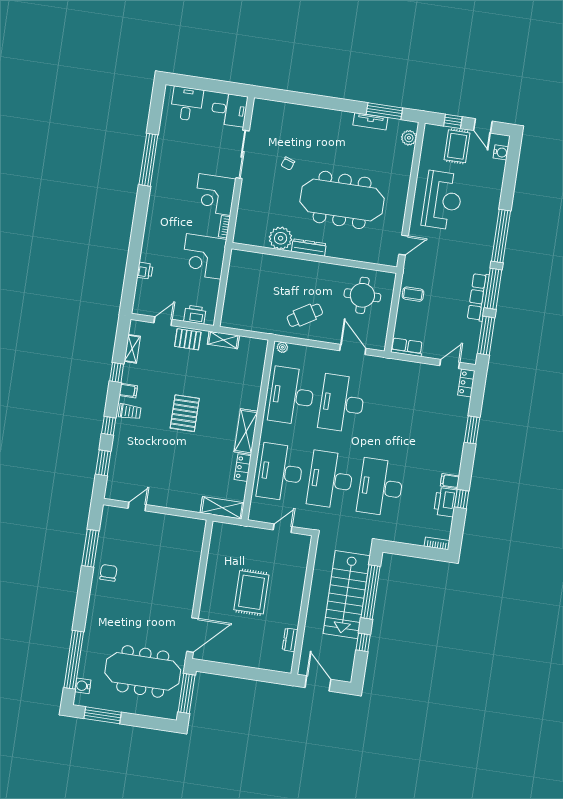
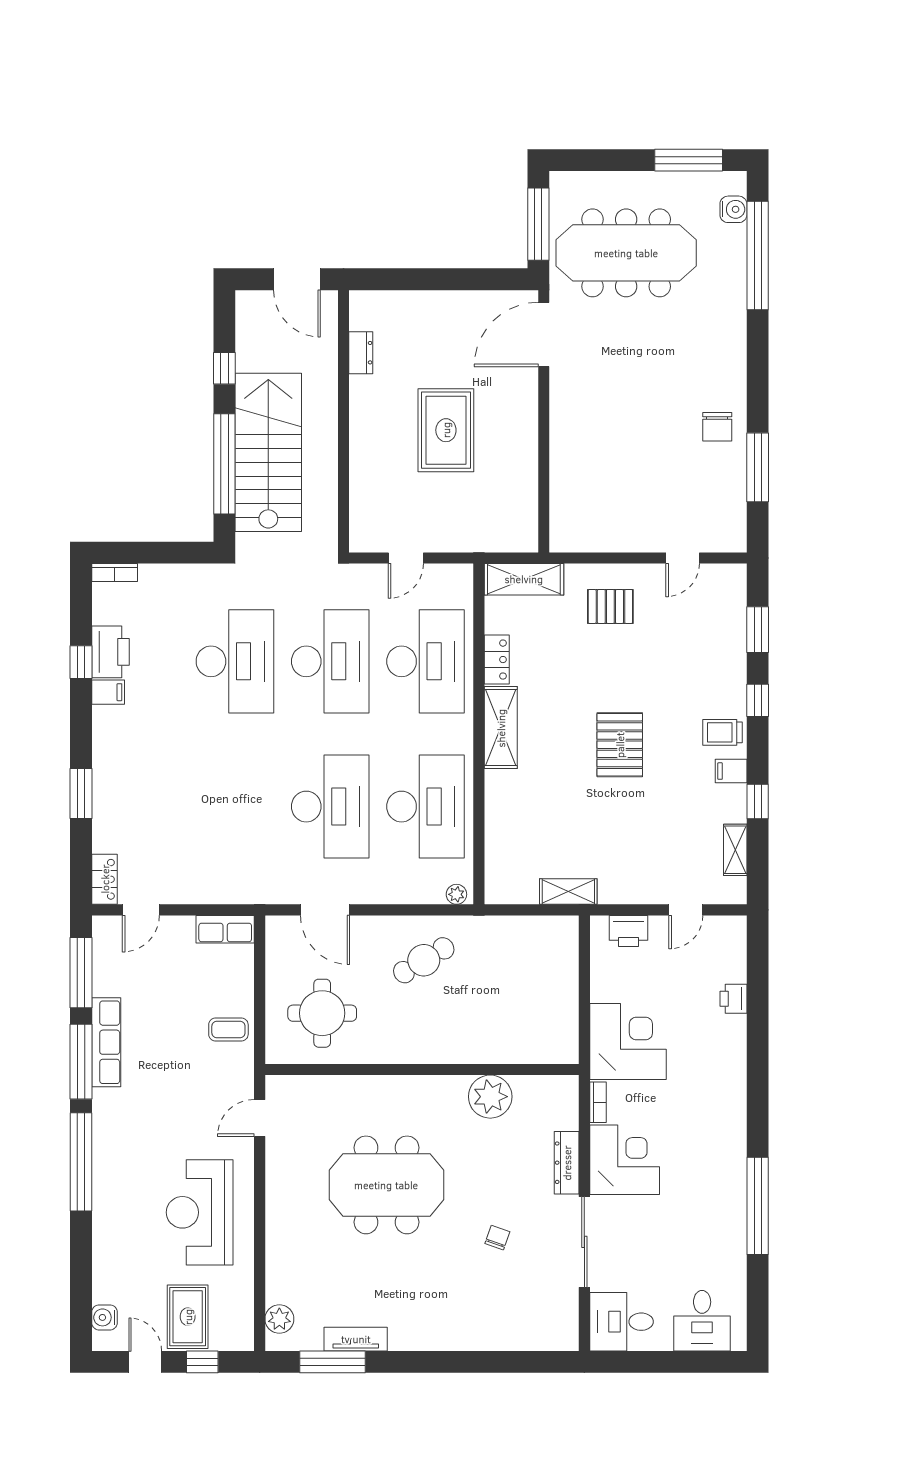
meeting table: (342, 200) -> (386, 1185), width x0.73
dresser: (309, 248) -> (567, 1163), moved, turned 90
pallet: (188, 339) -> (610, 606), moved

